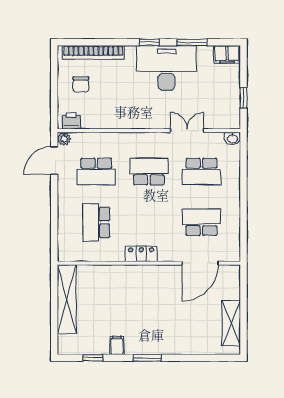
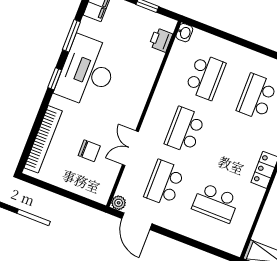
chair: (81, 85) -> (89, 151), moved
printer: (71, 121) -> (161, 40), moved
double door: (187, 131) -> (130, 148), moved
school desk: (96, 171) -> (164, 183), turned 180

